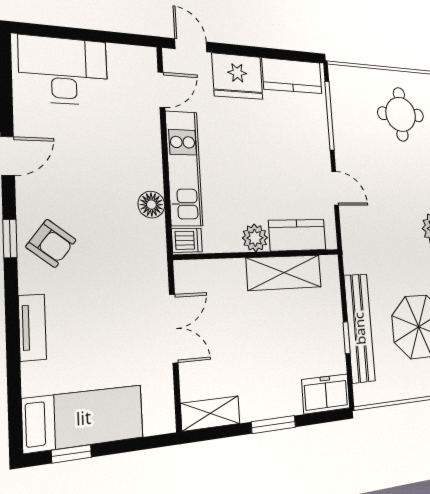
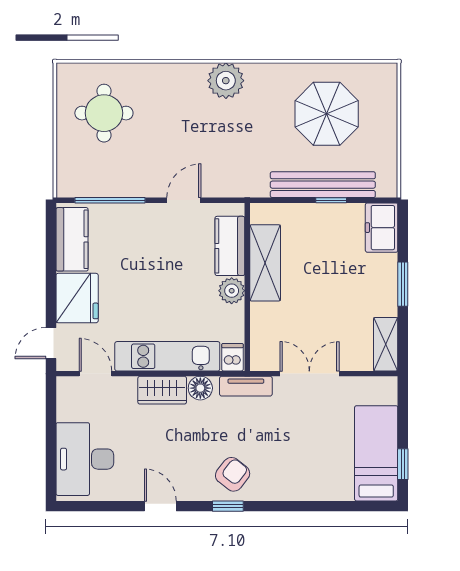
wardrobe: (147, 162) -> (162, 390), added
tv unit: (32, 327) -> (246, 386), moved, turned 180

